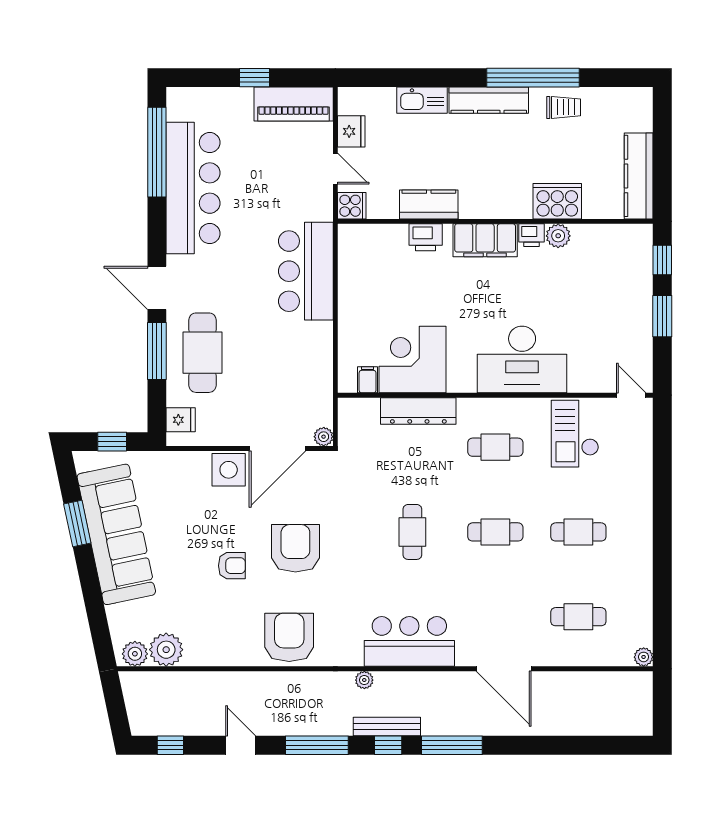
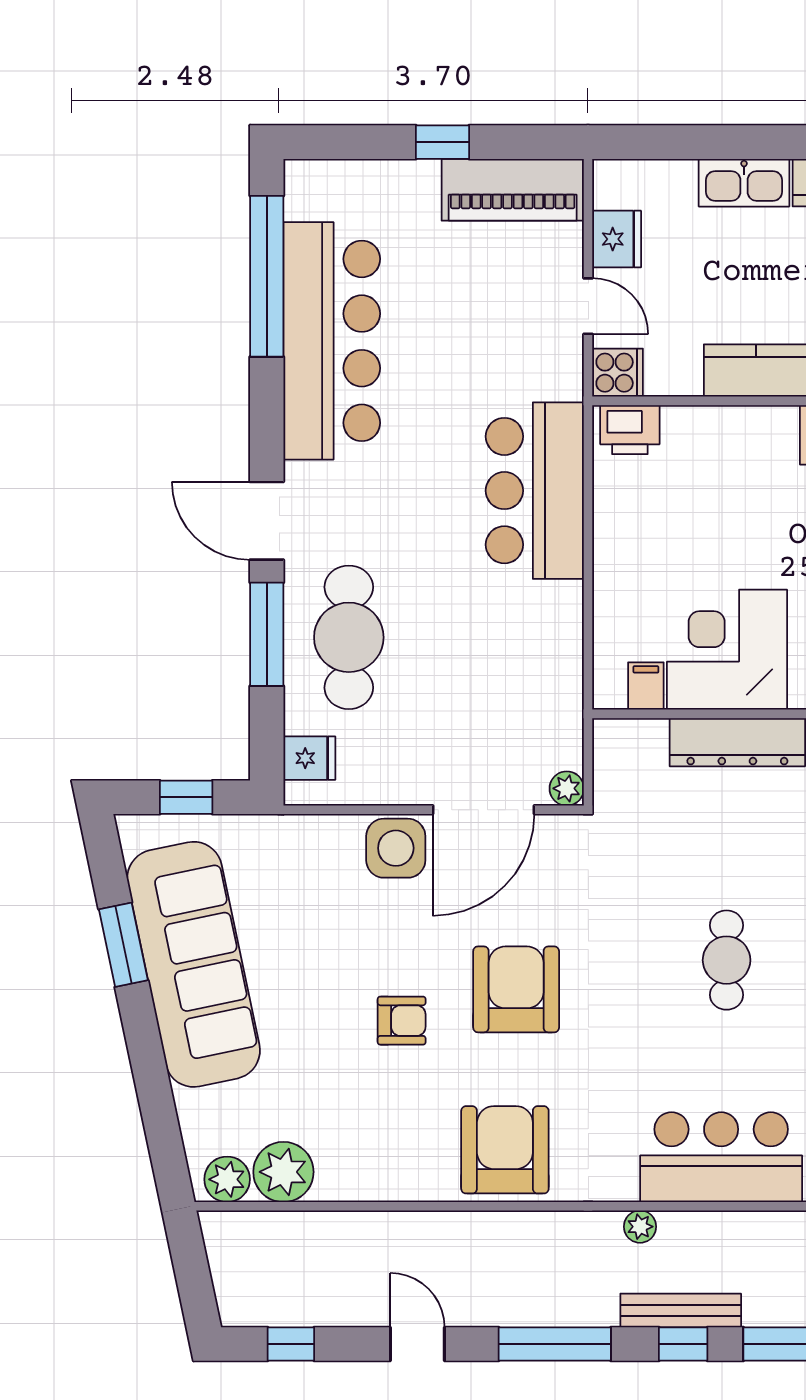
printer: (426, 237) -> (630, 430), moved

